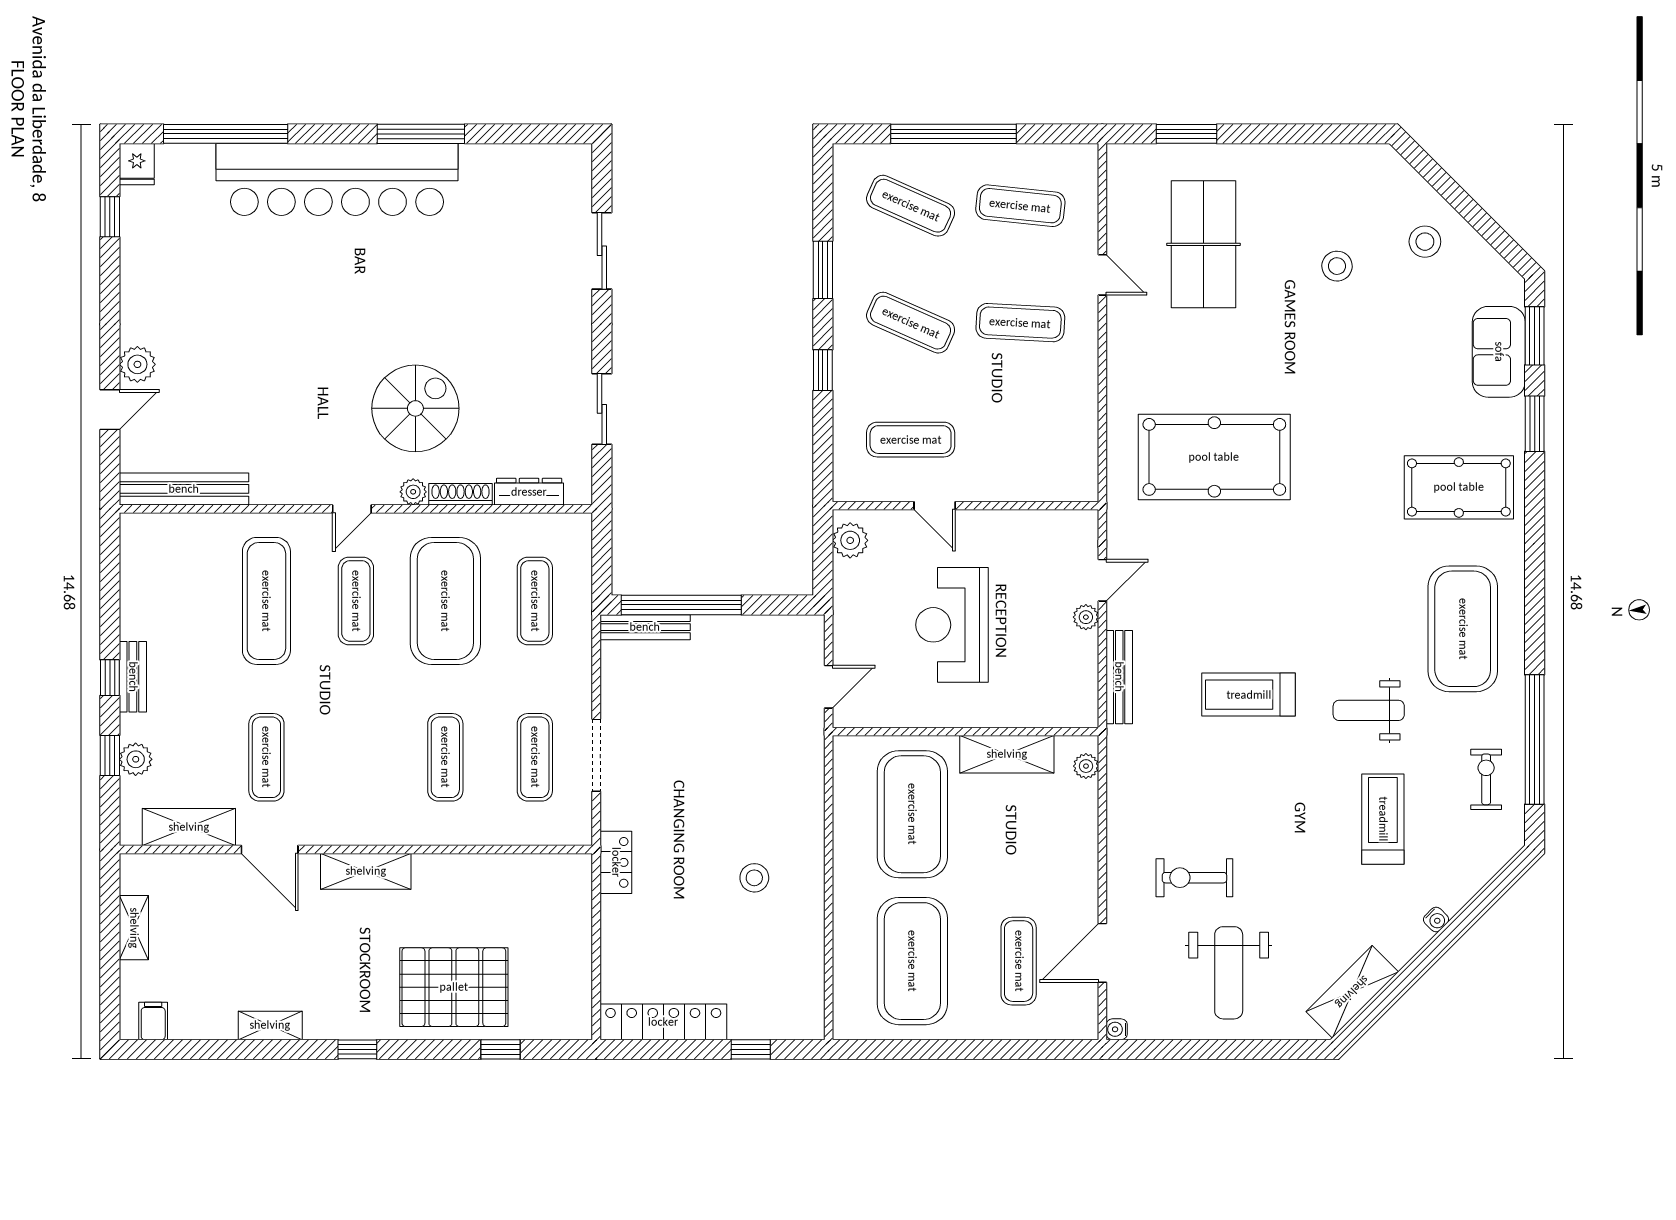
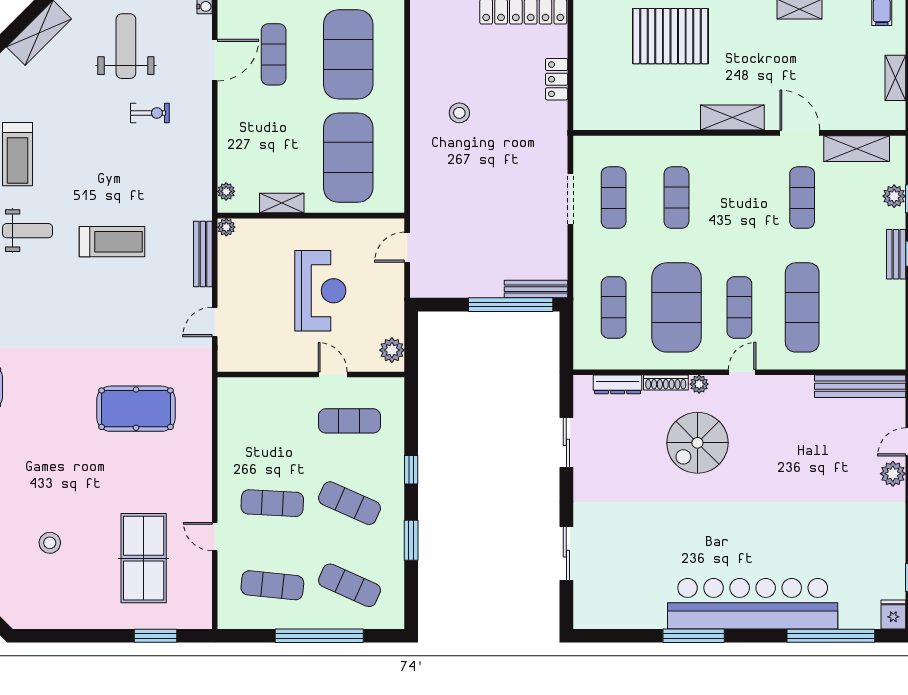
pool table: (1214, 457) -> (136, 409), width x0.73, depth x0.76
plant: (1086, 617) -> (226, 227), moved
shelving: (1007, 754) -> (282, 203), width x0.67, depth x0.75
locker: (616, 862) -> (557, 79), moved
exercise bike: (1194, 878) -> (150, 113), width x0.73, depth x0.72

